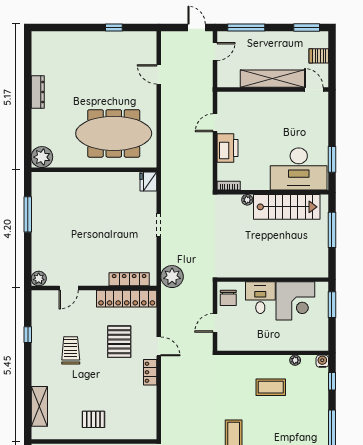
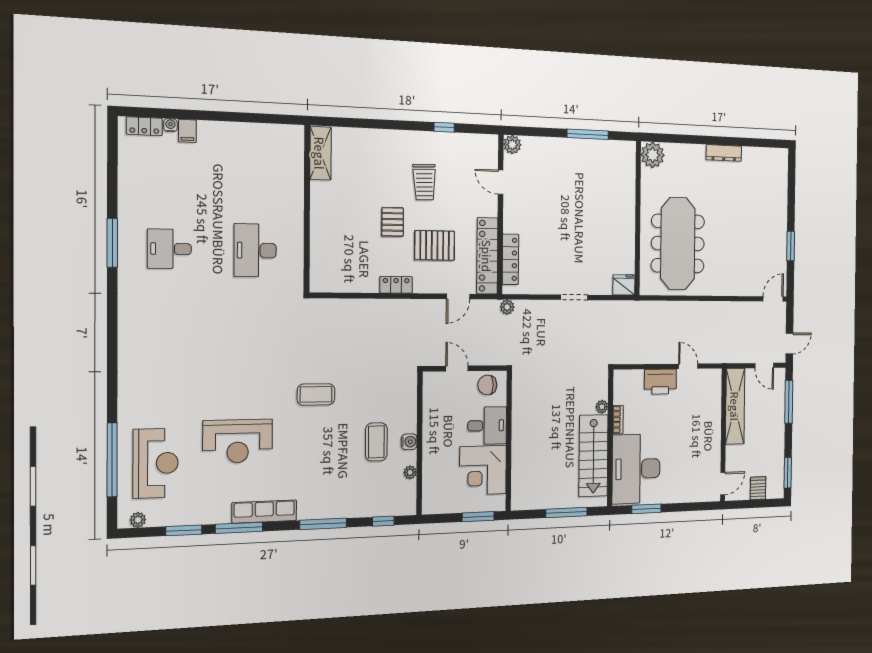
window: (114, 28) -> (791, 246), width x1.50
door: (159, 74) -> (773, 299), moved
shelving: (272, 79) -> (735, 406), moved
bookcase: (229, 186) -> (618, 419), moved
plant: (172, 277) -> (507, 307), width x0.53, depth x0.53
door: (159, 346) -> (458, 296), moved
trolley: (71, 350) -> (424, 182), turned 88
water cooler: (322, 361) -> (409, 442), moved
shelving: (39, 406) -> (320, 153), moved, turned 90
pallet: (93, 419) -> (393, 222), moved

